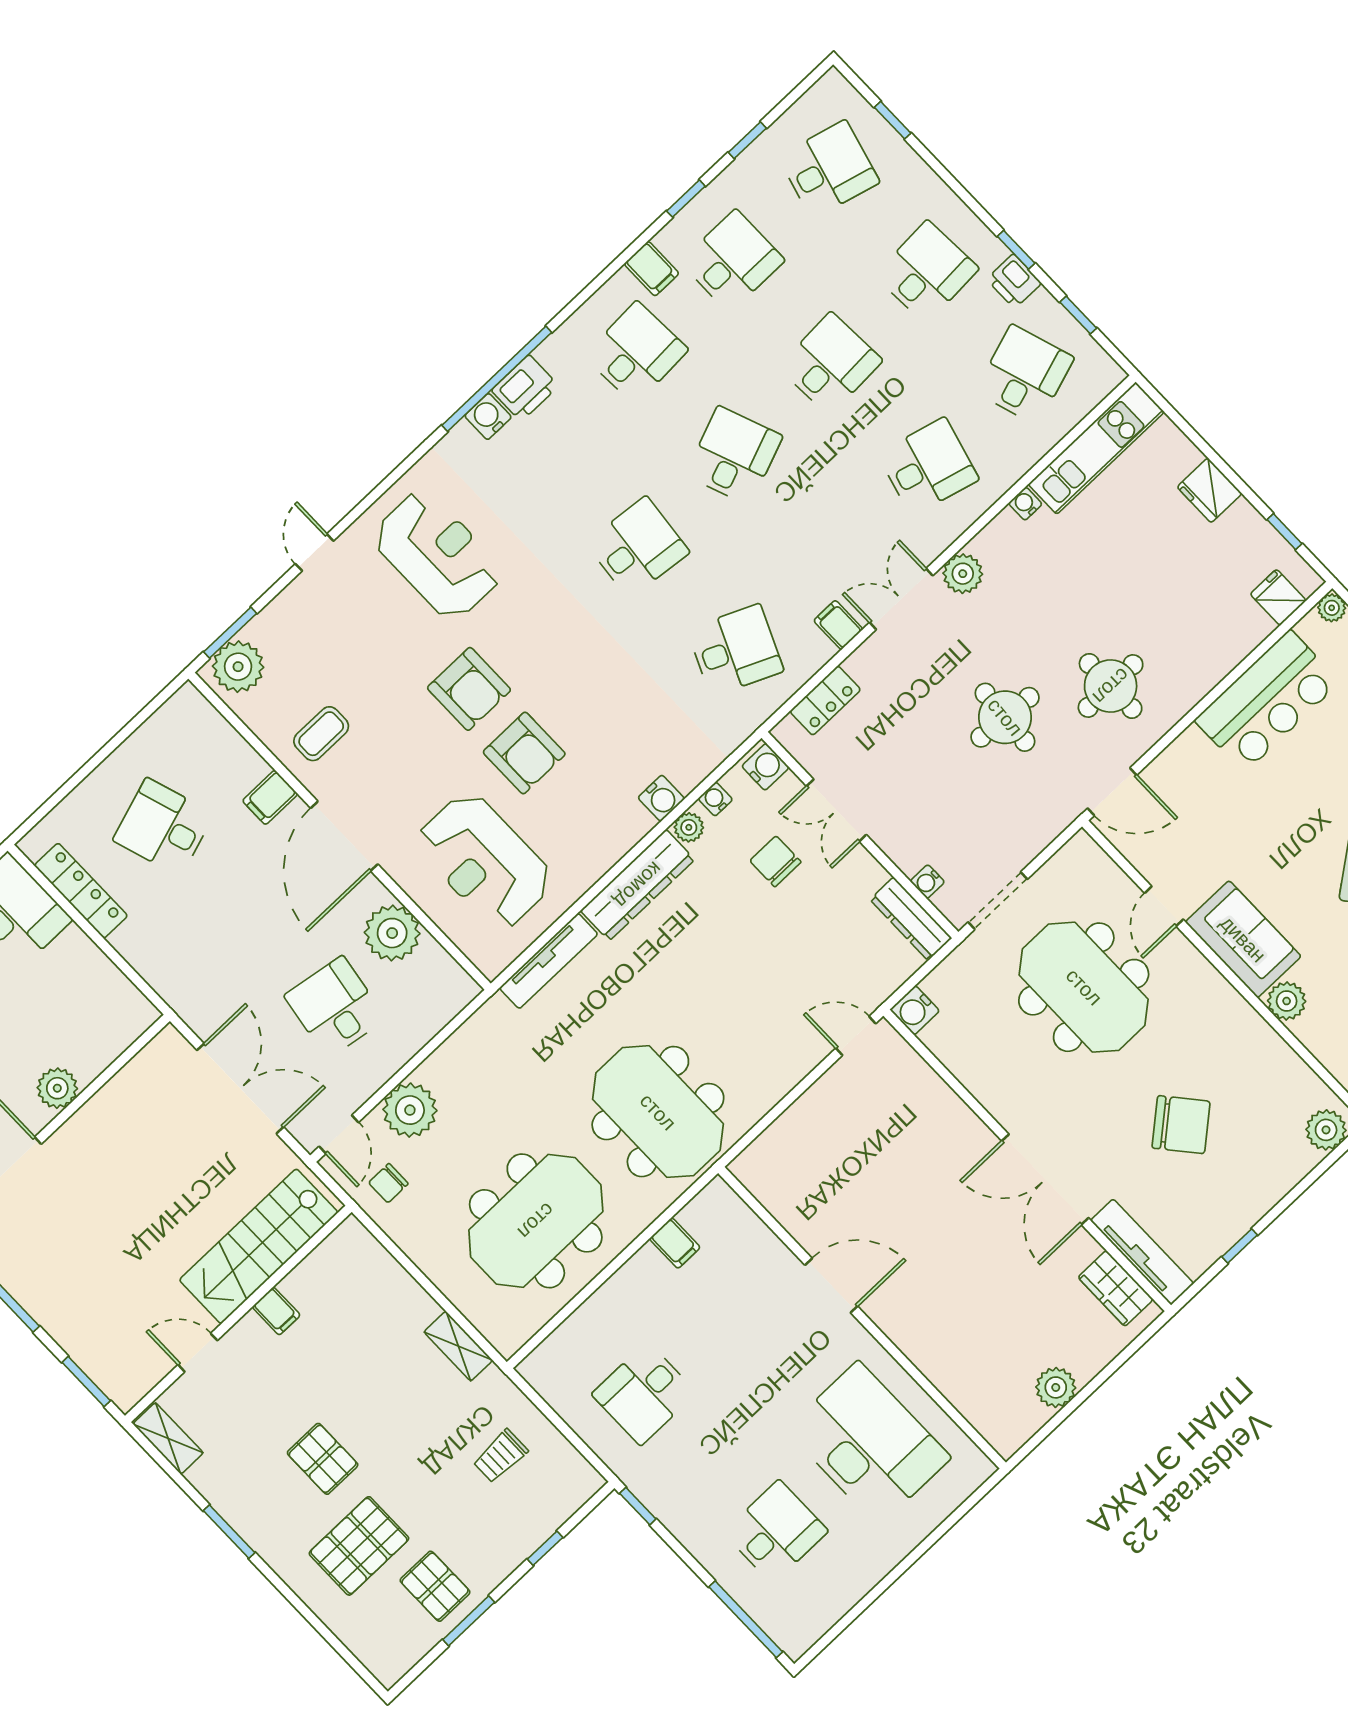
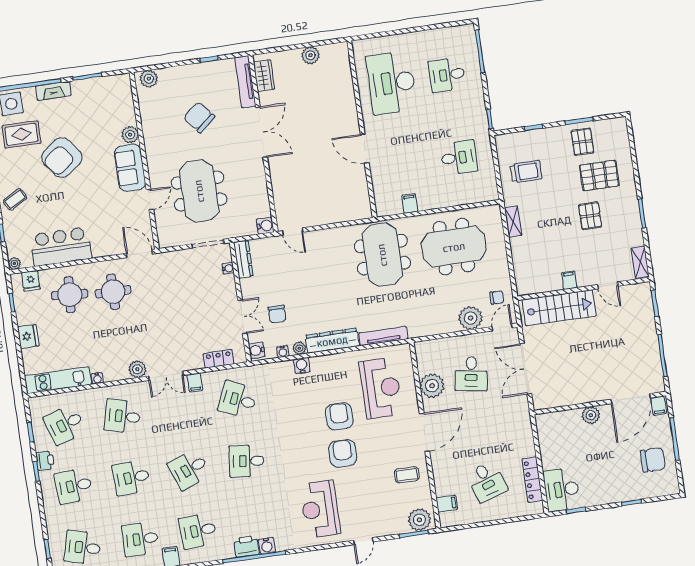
round table: (1005, 717) -> (70, 295), moved
filing cabinet: (270, 797) -> (447, 504), moved
trolley: (500, 1456) -> (526, 172), width x1.36, depth x1.39

